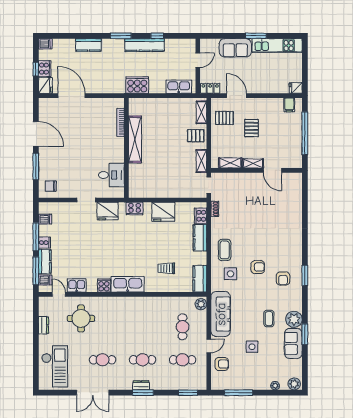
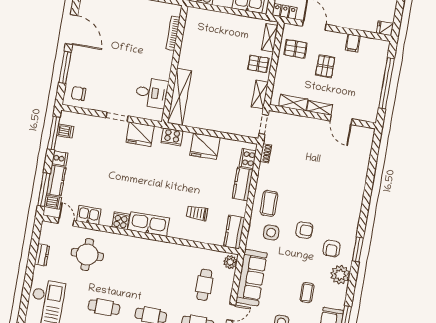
filing cabinet: (289, 105) -> (353, 43), moved
shelving: (135, 139) -> (179, 97), moved
window: (36, 237) -> (54, 133), moved
plant: (294, 319) -> (340, 275), moved

